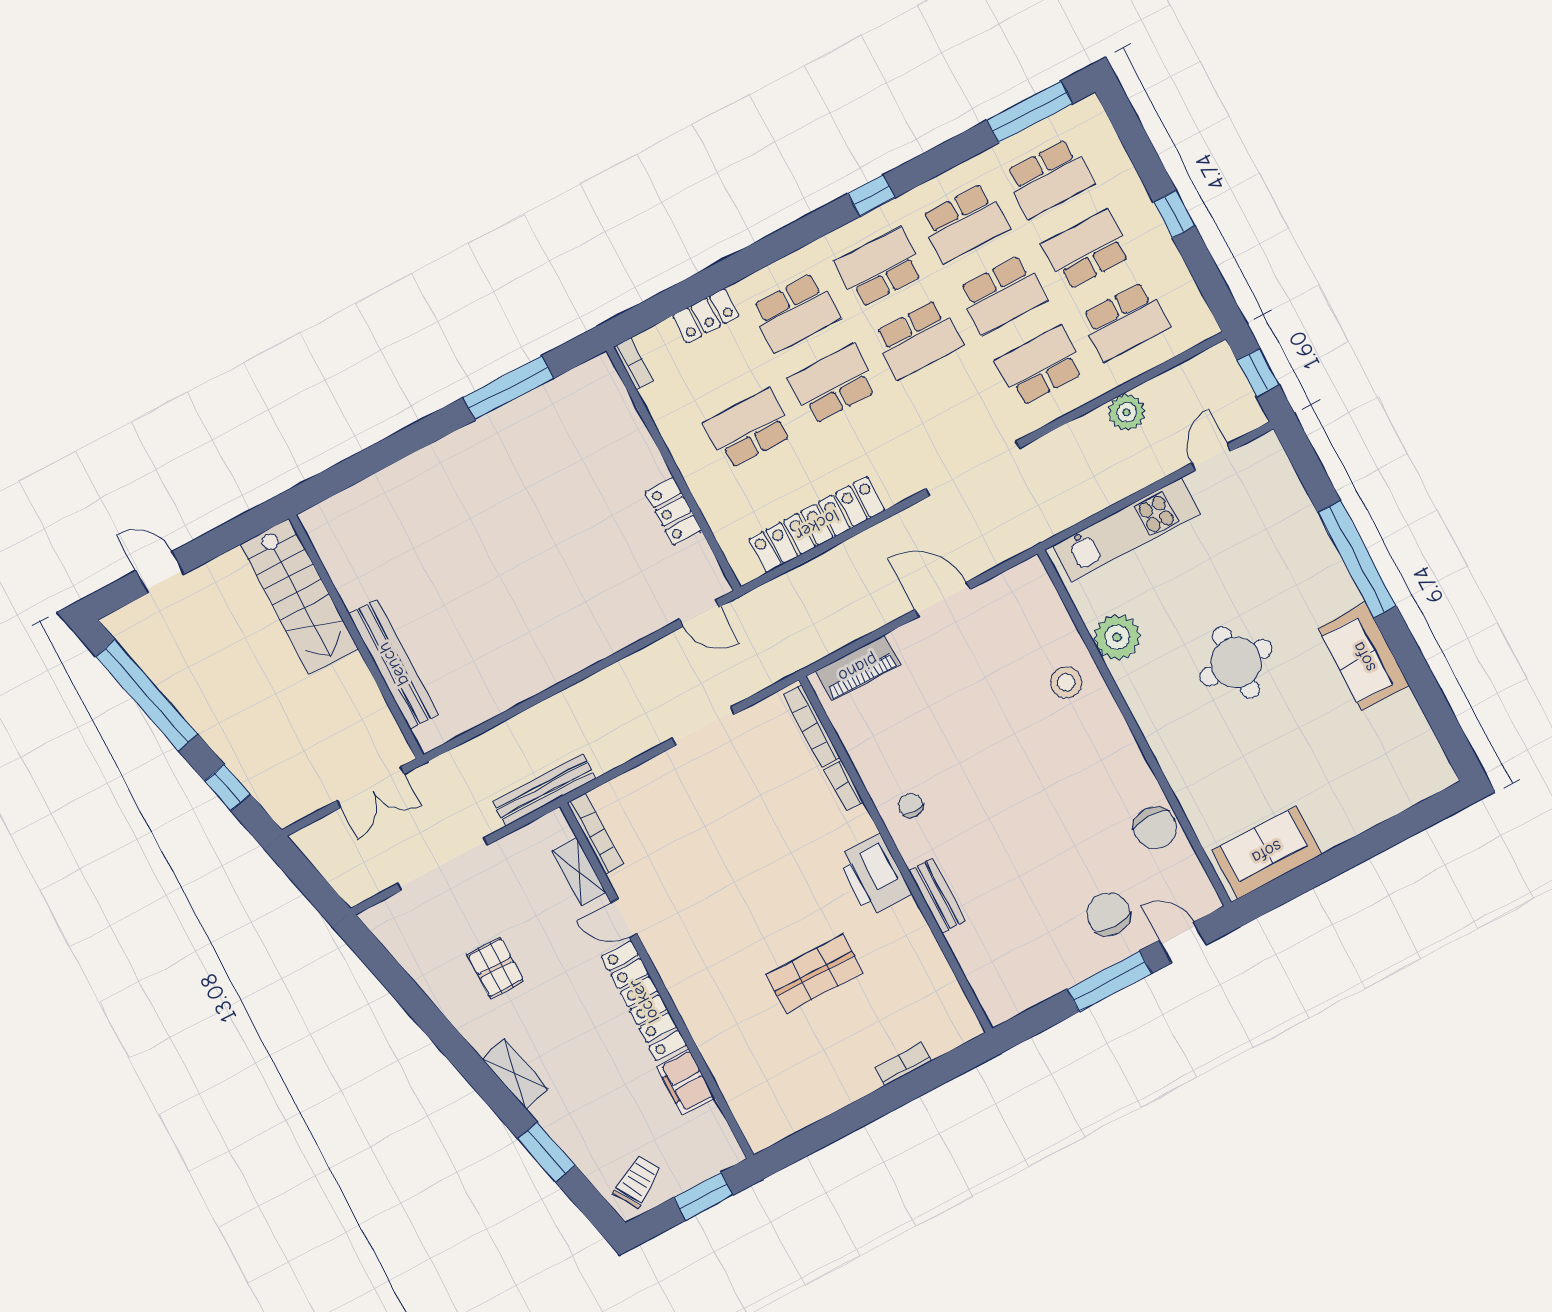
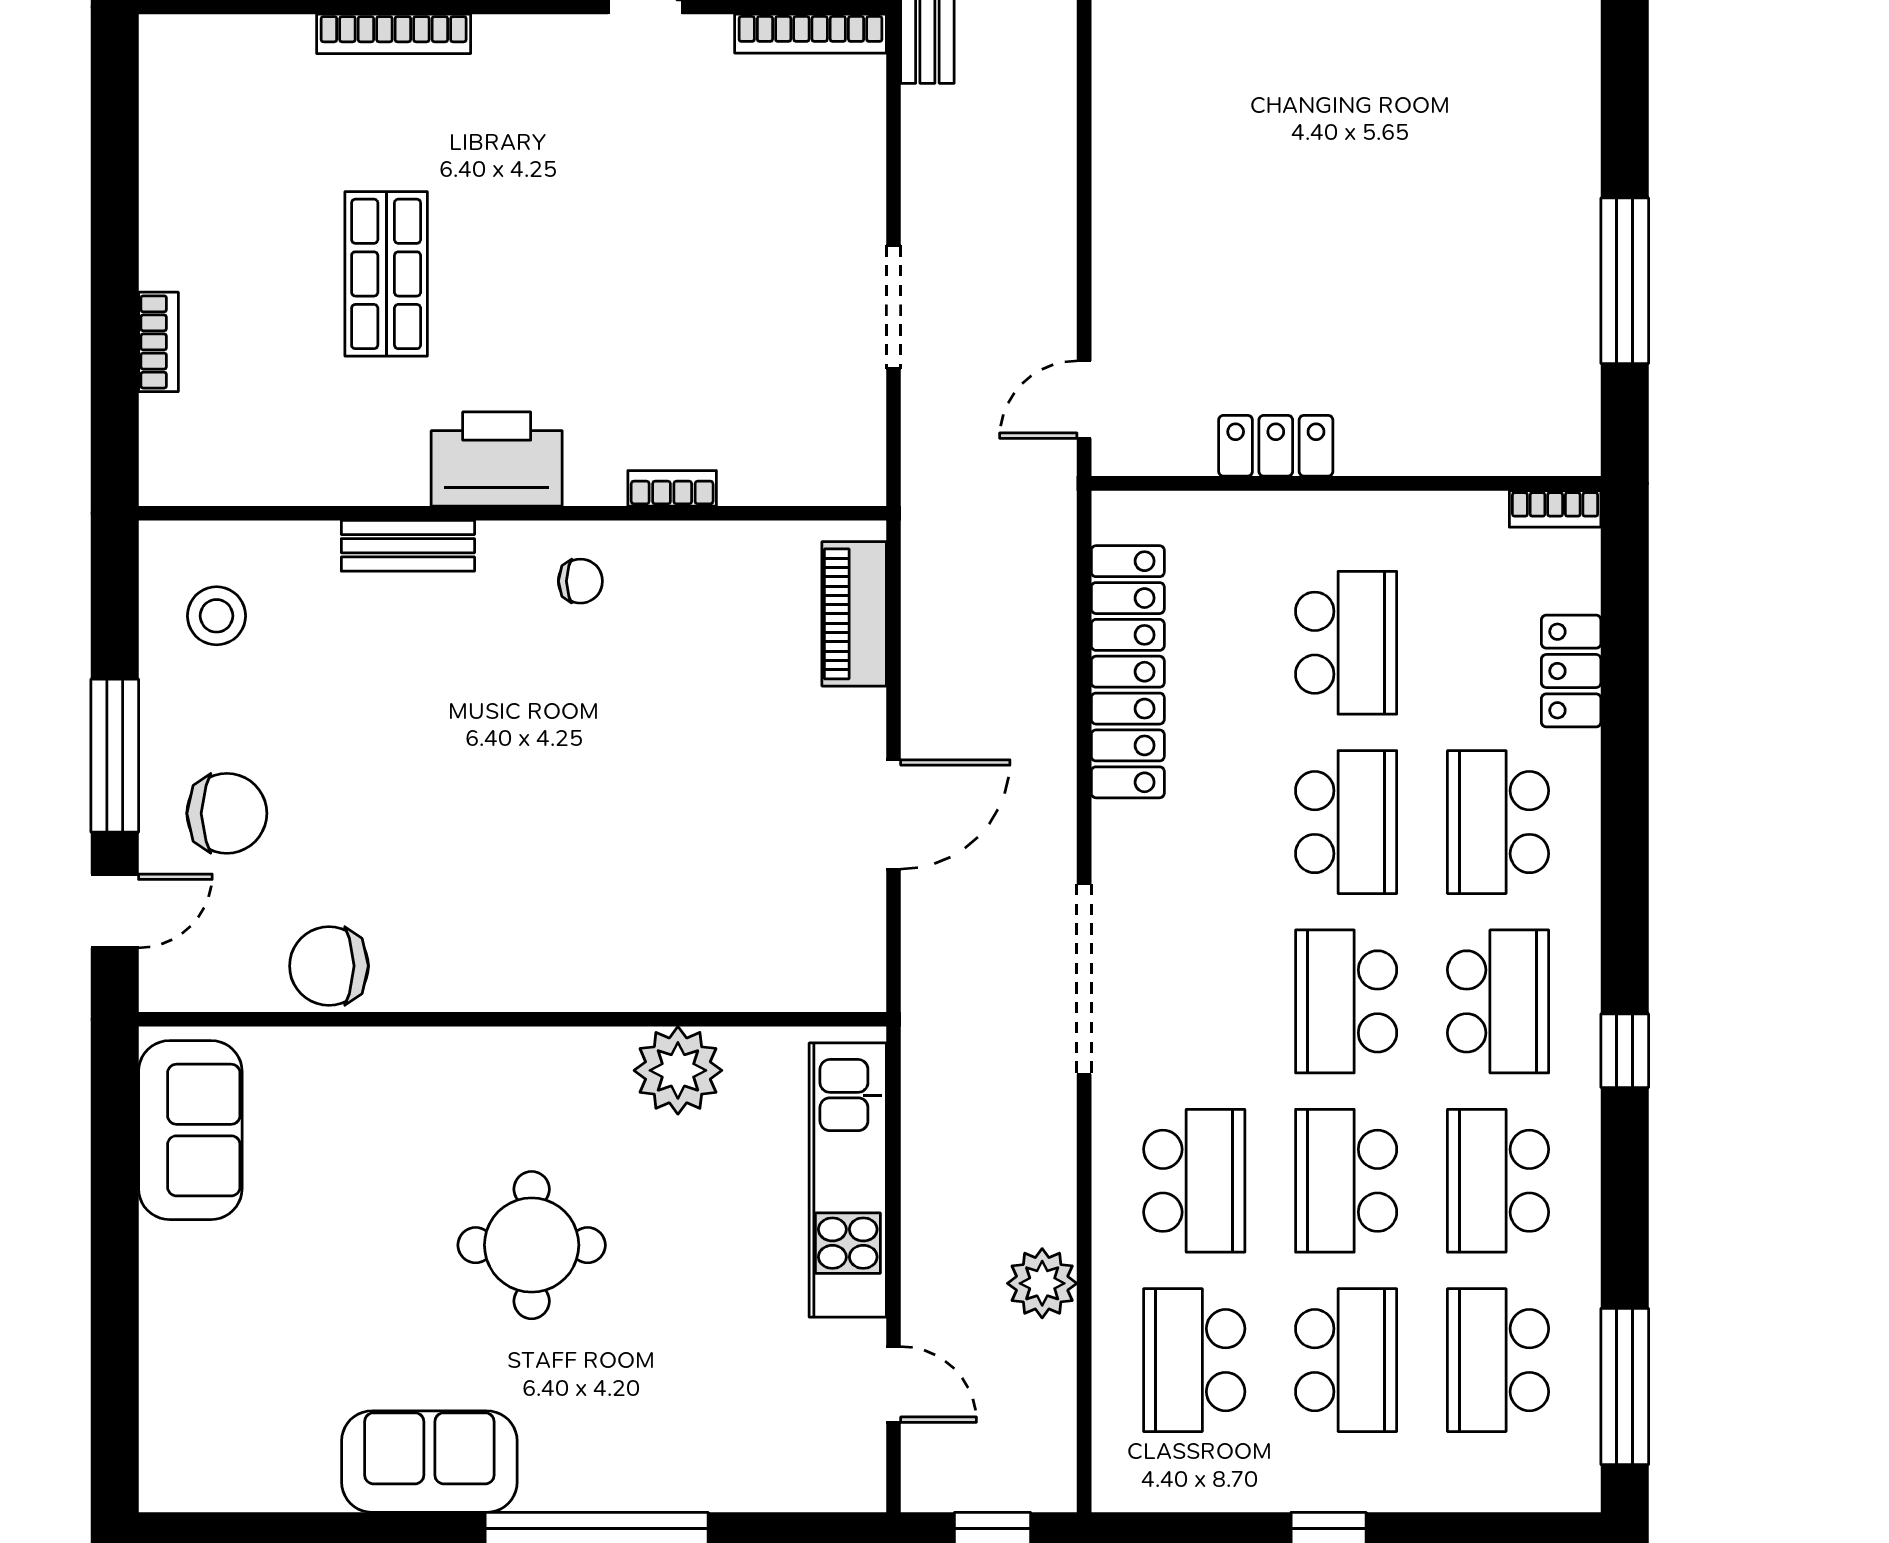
stool: (1066, 682) -> (217, 616), moved
bookcase: (812, 726) -> (394, 34), moved, turned 180

